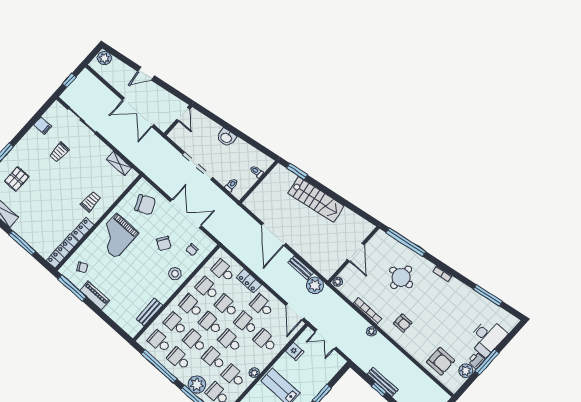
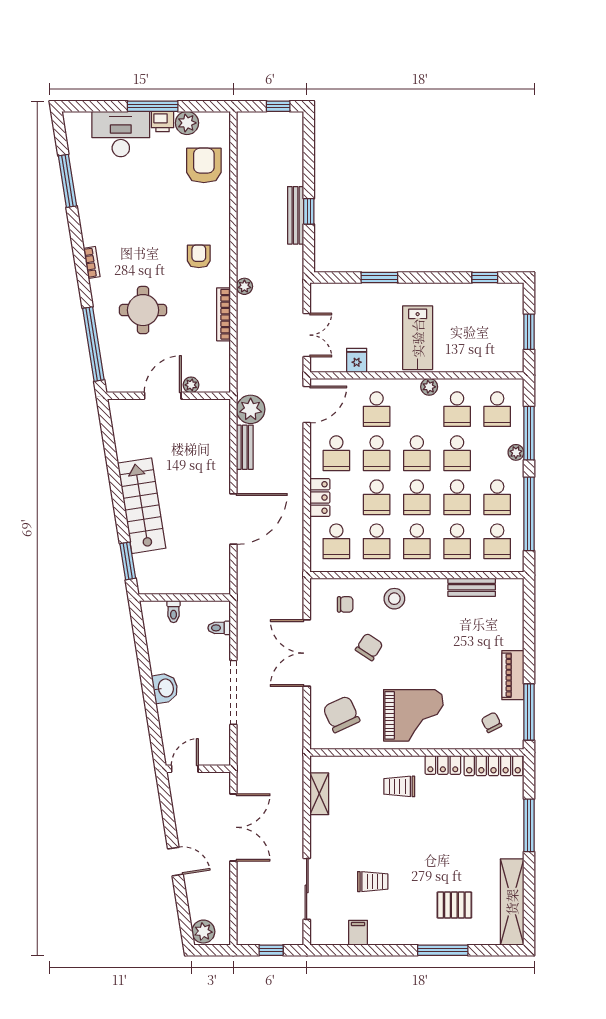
plant: (338, 282) -> (191, 385), moved
plant: (197, 385) -> (516, 452), width x0.53, depth x0.53

